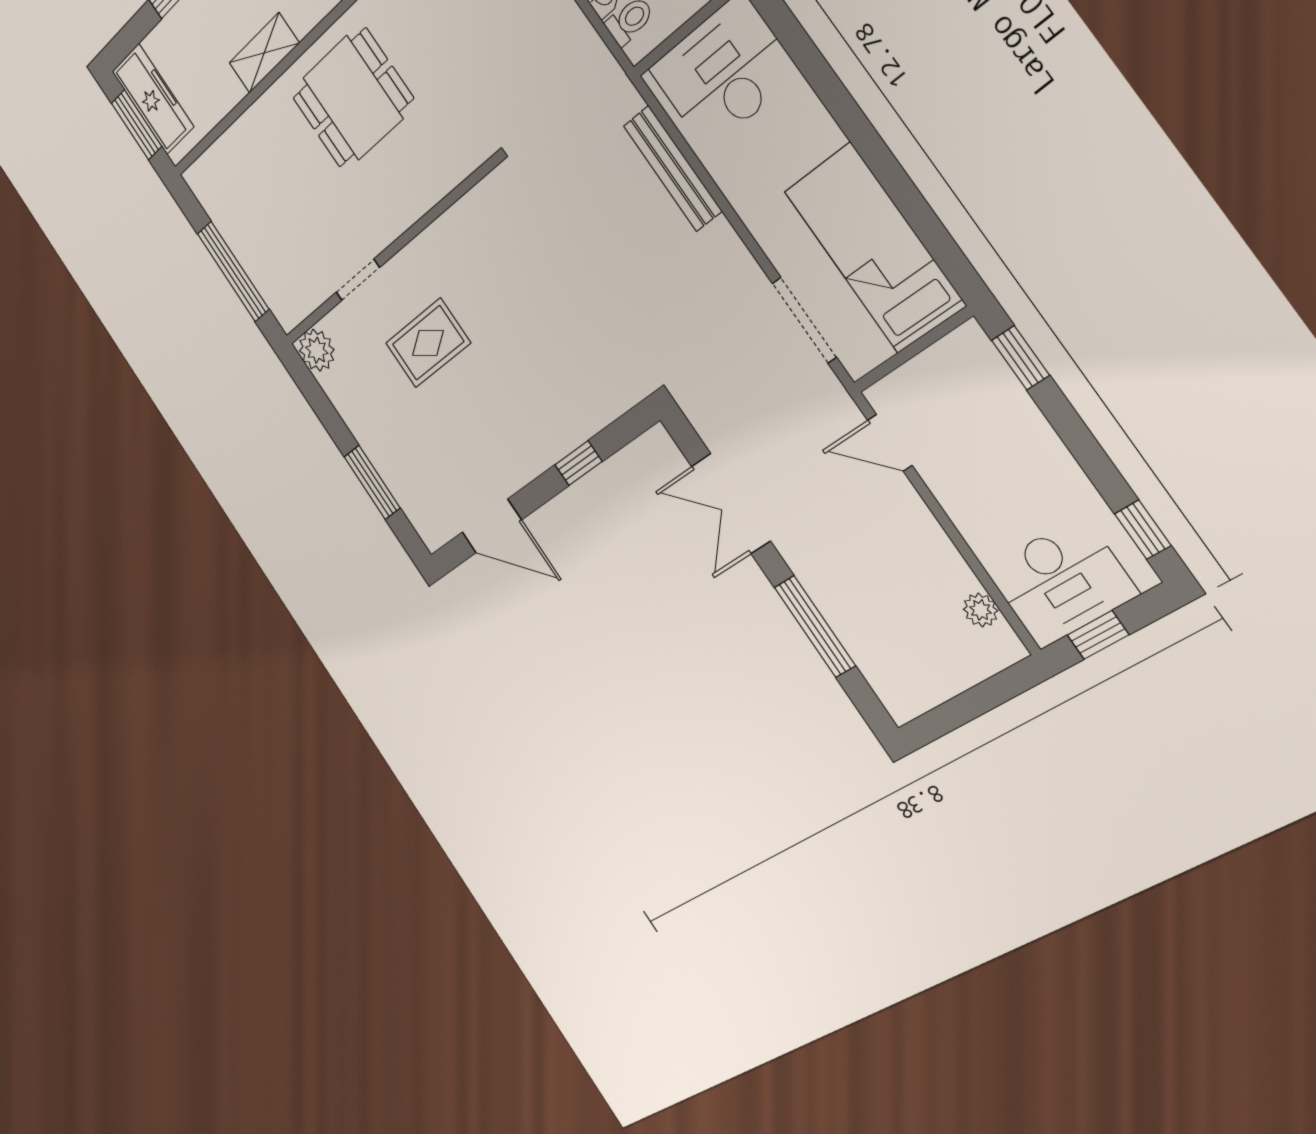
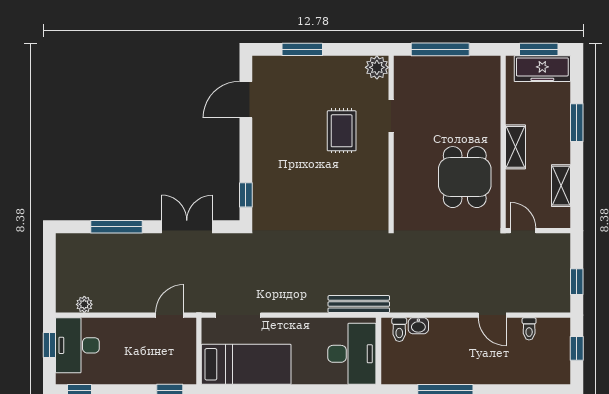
bench: (673, 168) -> (359, 304), moved
window: (578, 463) -> (246, 195), moved

